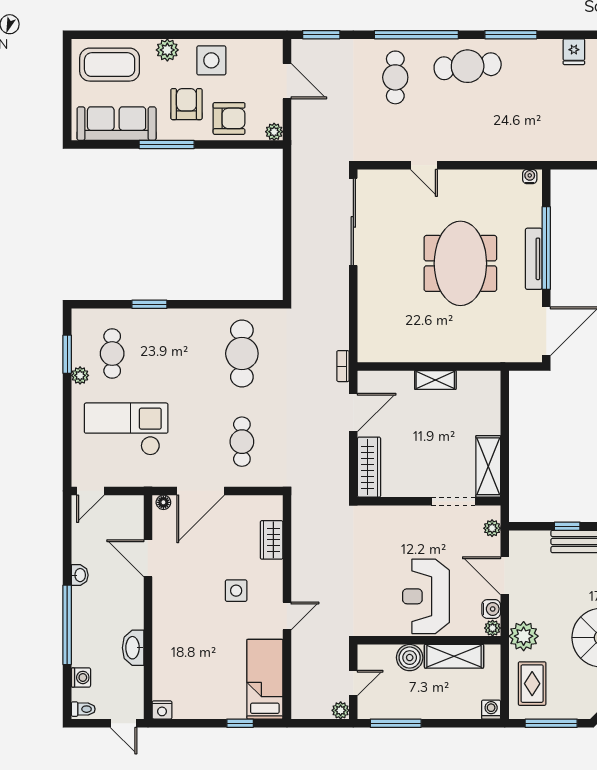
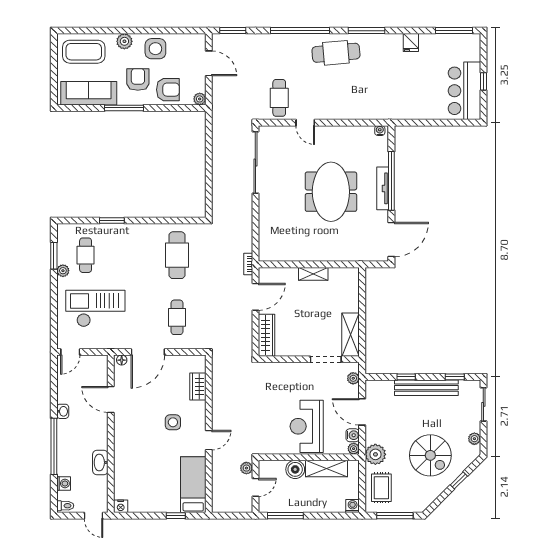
cafe table: (395, 77) -> (279, 98), moved
plant: (341, 710) -> (246, 468), moved

